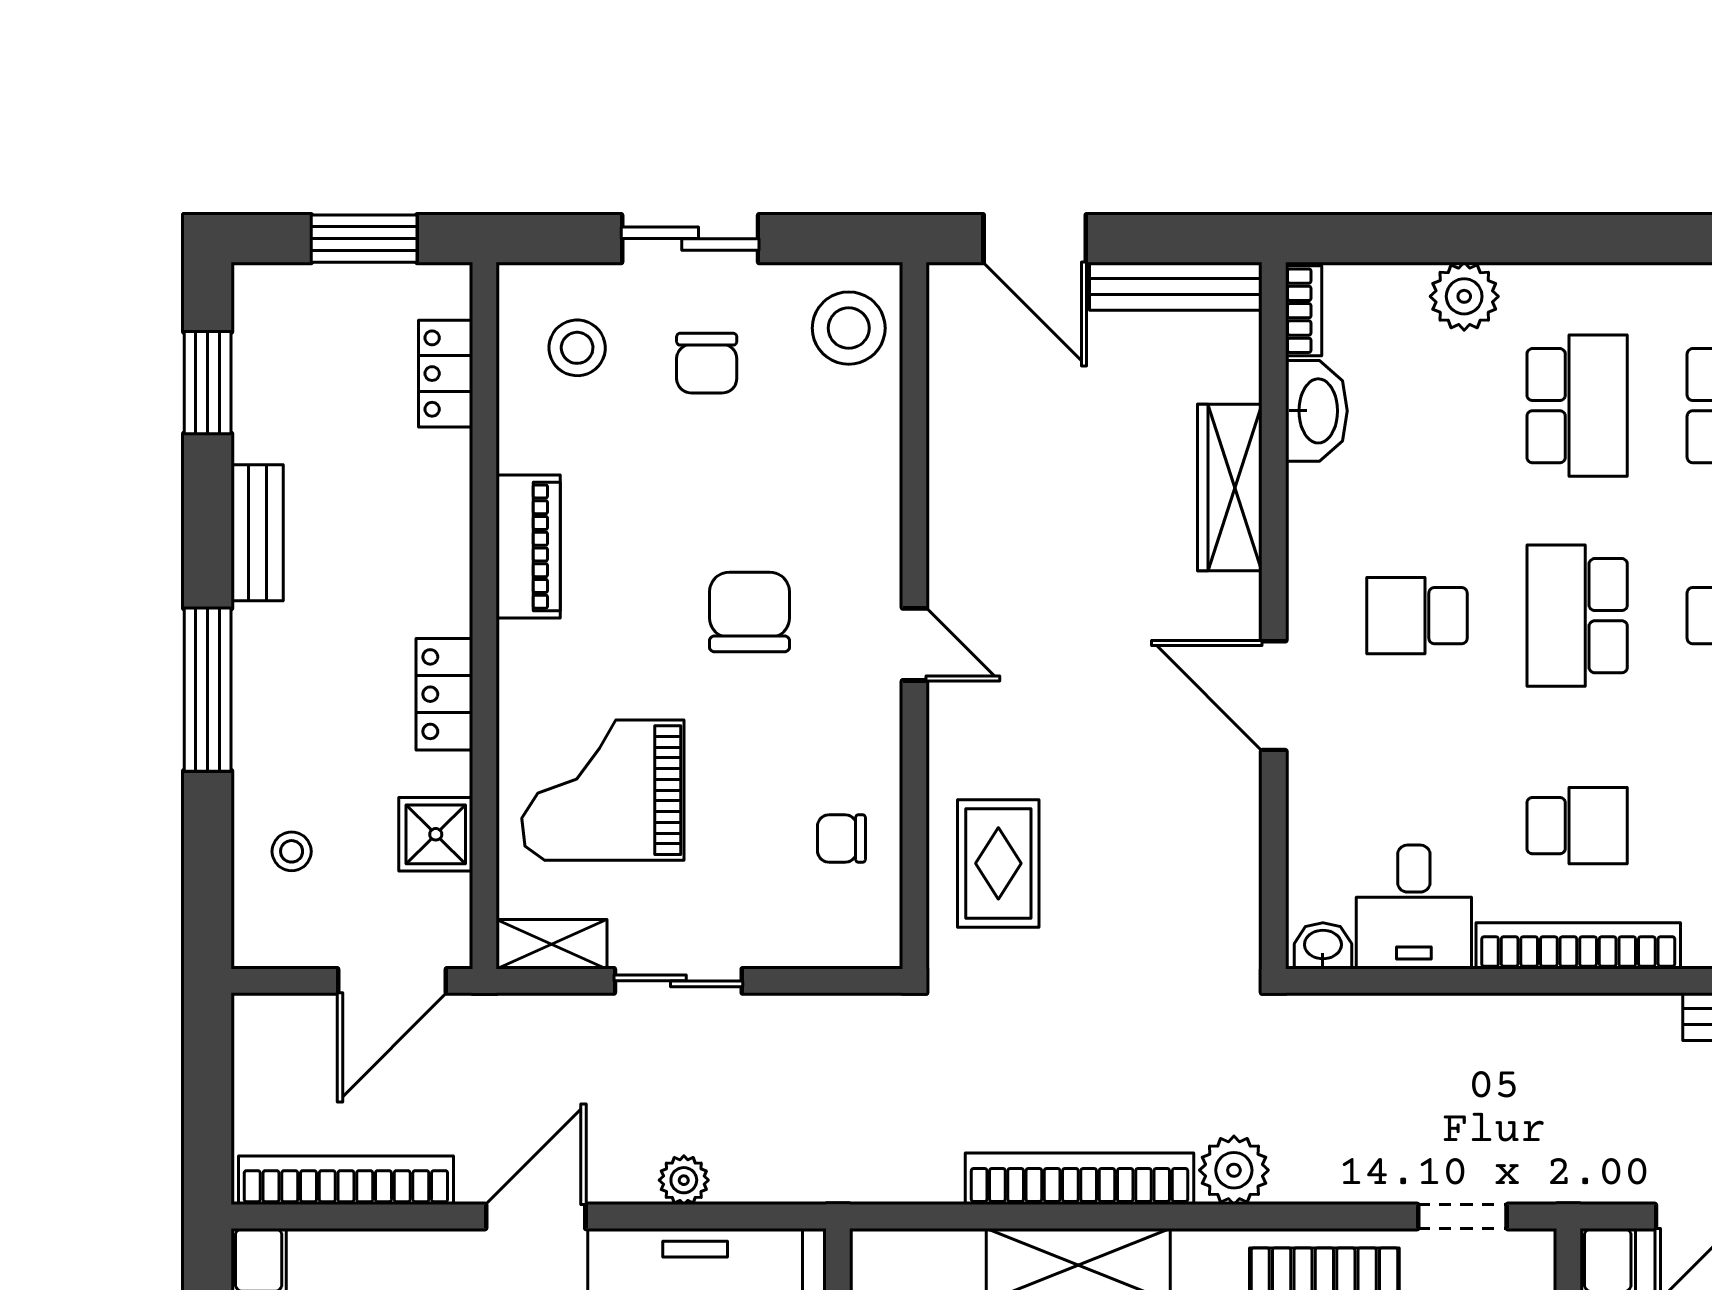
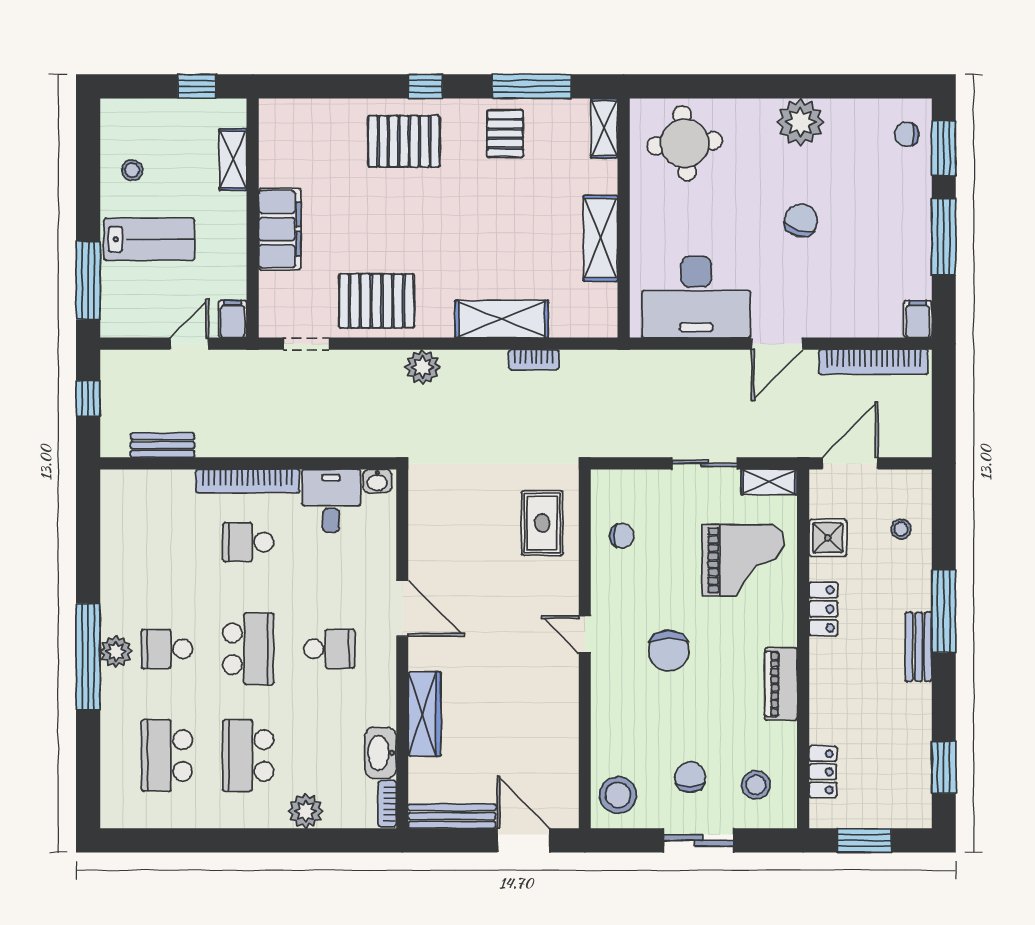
bench: (257, 533) -> (919, 647), moved
bookcase: (1080, 1179) -> (534, 360), width x0.43, depth x0.76
plant: (684, 1180) -> (702, 362), removed

